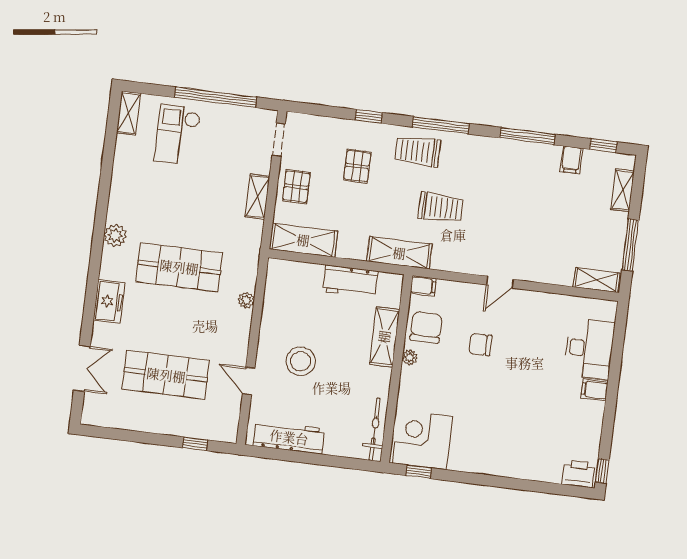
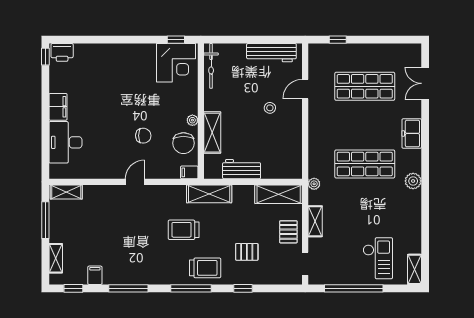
pallet: (357, 166) -> (247, 252), turned 90
plant: (246, 300) -> (314, 184), moved
stool: (301, 361) -> (270, 108), width x0.53, depth x0.53
door: (249, 381) -> (305, 89), swing flipped
filing cabinet: (594, 390) -> (58, 107), width x2.00

